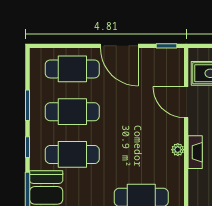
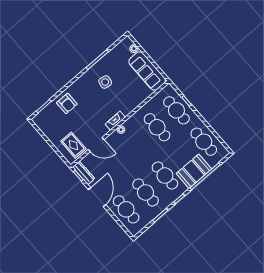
dresser: (164, 56) -> (84, 173), added
door: (186, 102) -> (96, 145), hinge flipped

